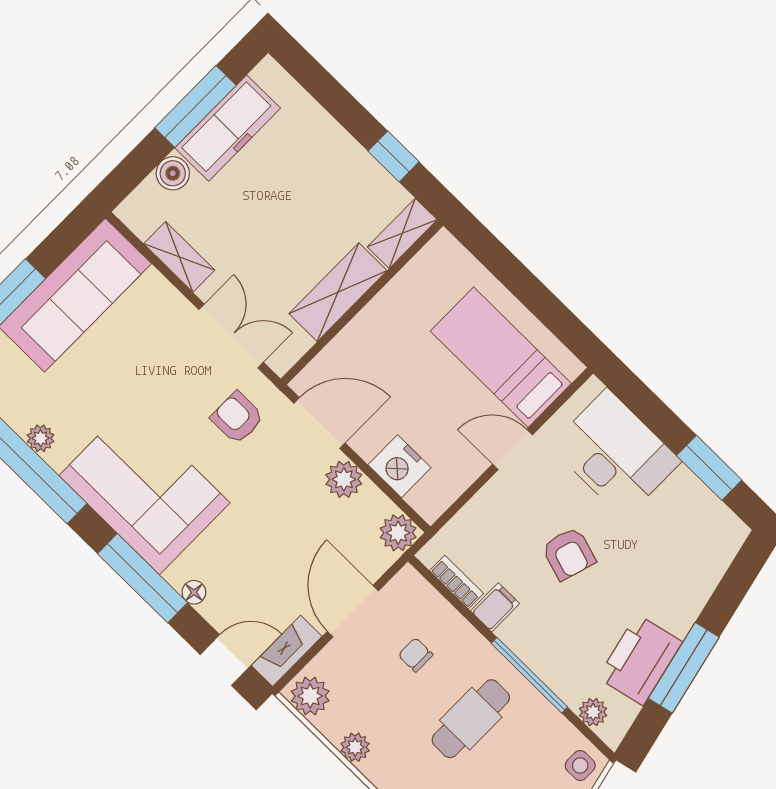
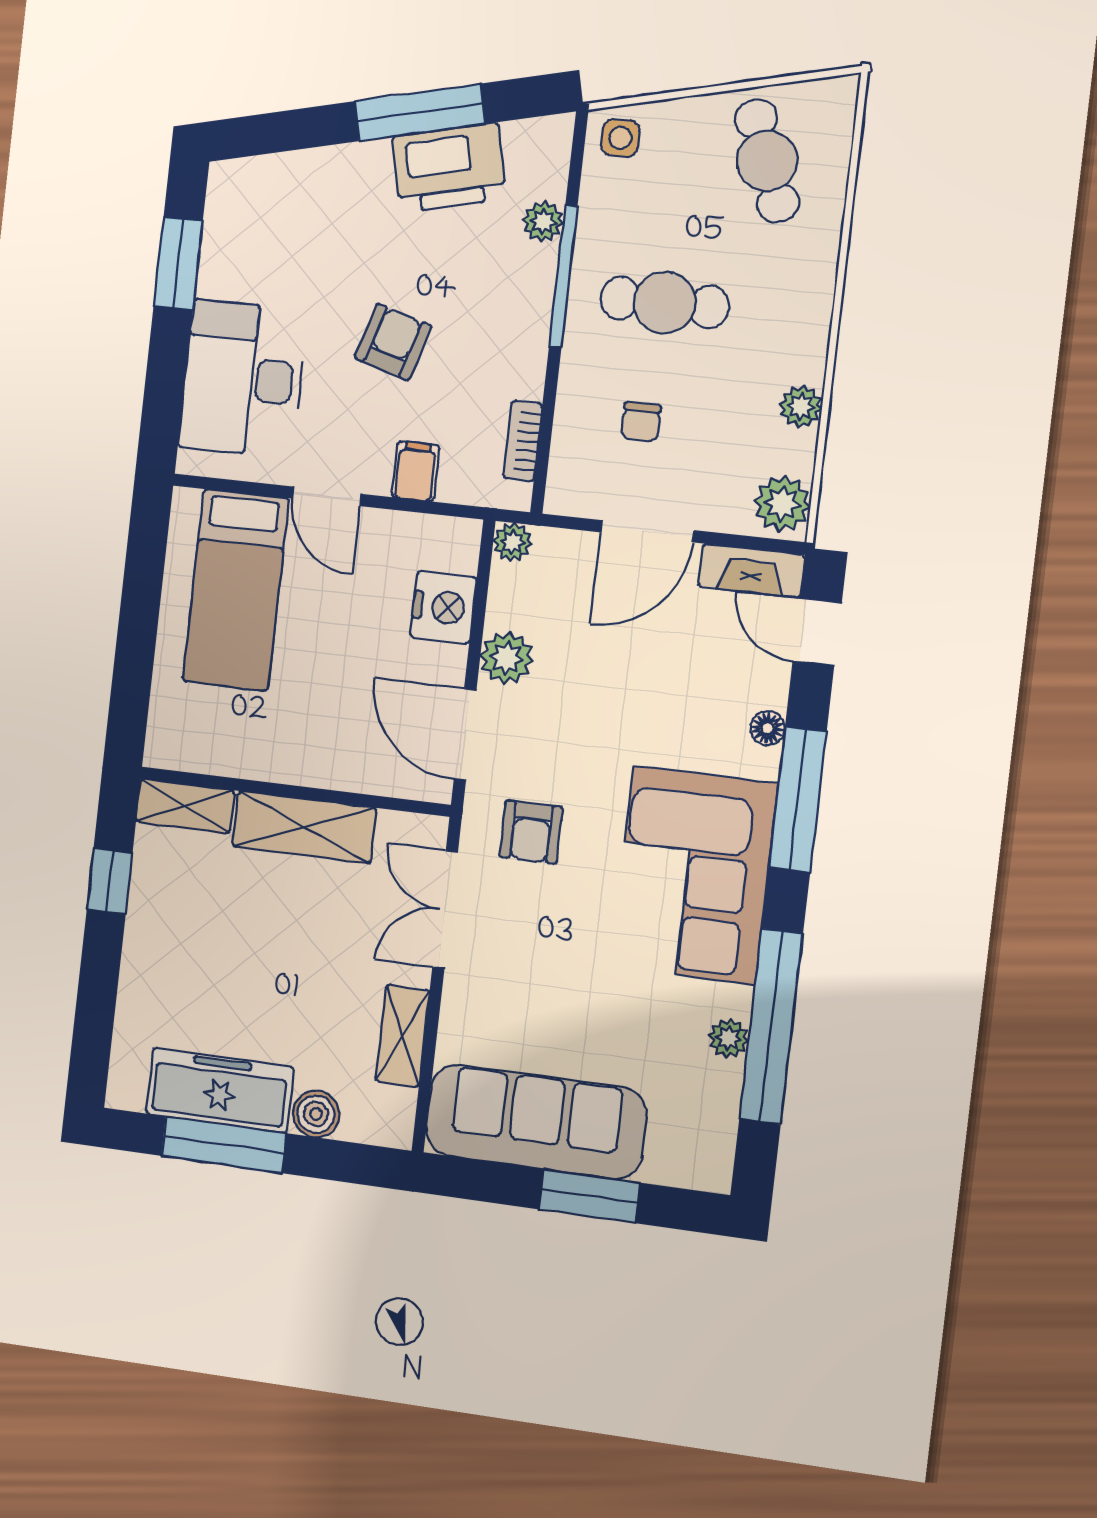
plant: (398, 533) -> (512, 542), width x0.73, depth x0.73
filing cabinet: (495, 607) -> (416, 471), moved, turned 90
plant: (593, 712) -> (543, 222), moved

